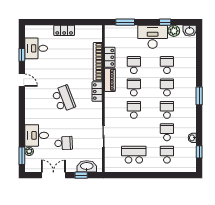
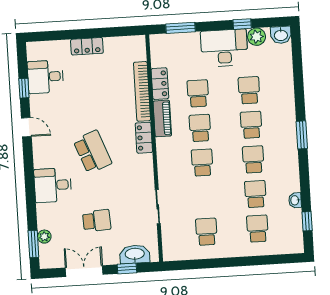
desk: (37, 135) -> (53, 185), moved
school desk: (134, 155) -> (206, 232), width x0.54

